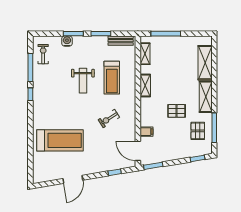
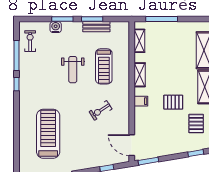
bench: (121, 41) -> (96, 27), moved
filing cabinet: (146, 132) -> (141, 101), moved
treadmill: (60, 140) -> (48, 134), turned -90

